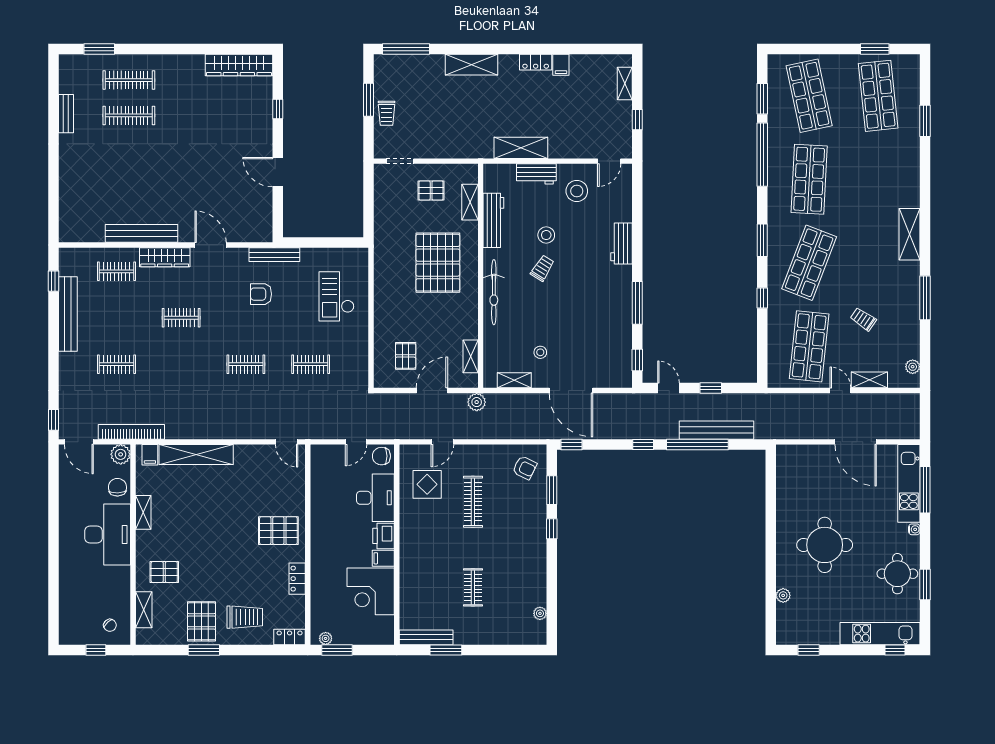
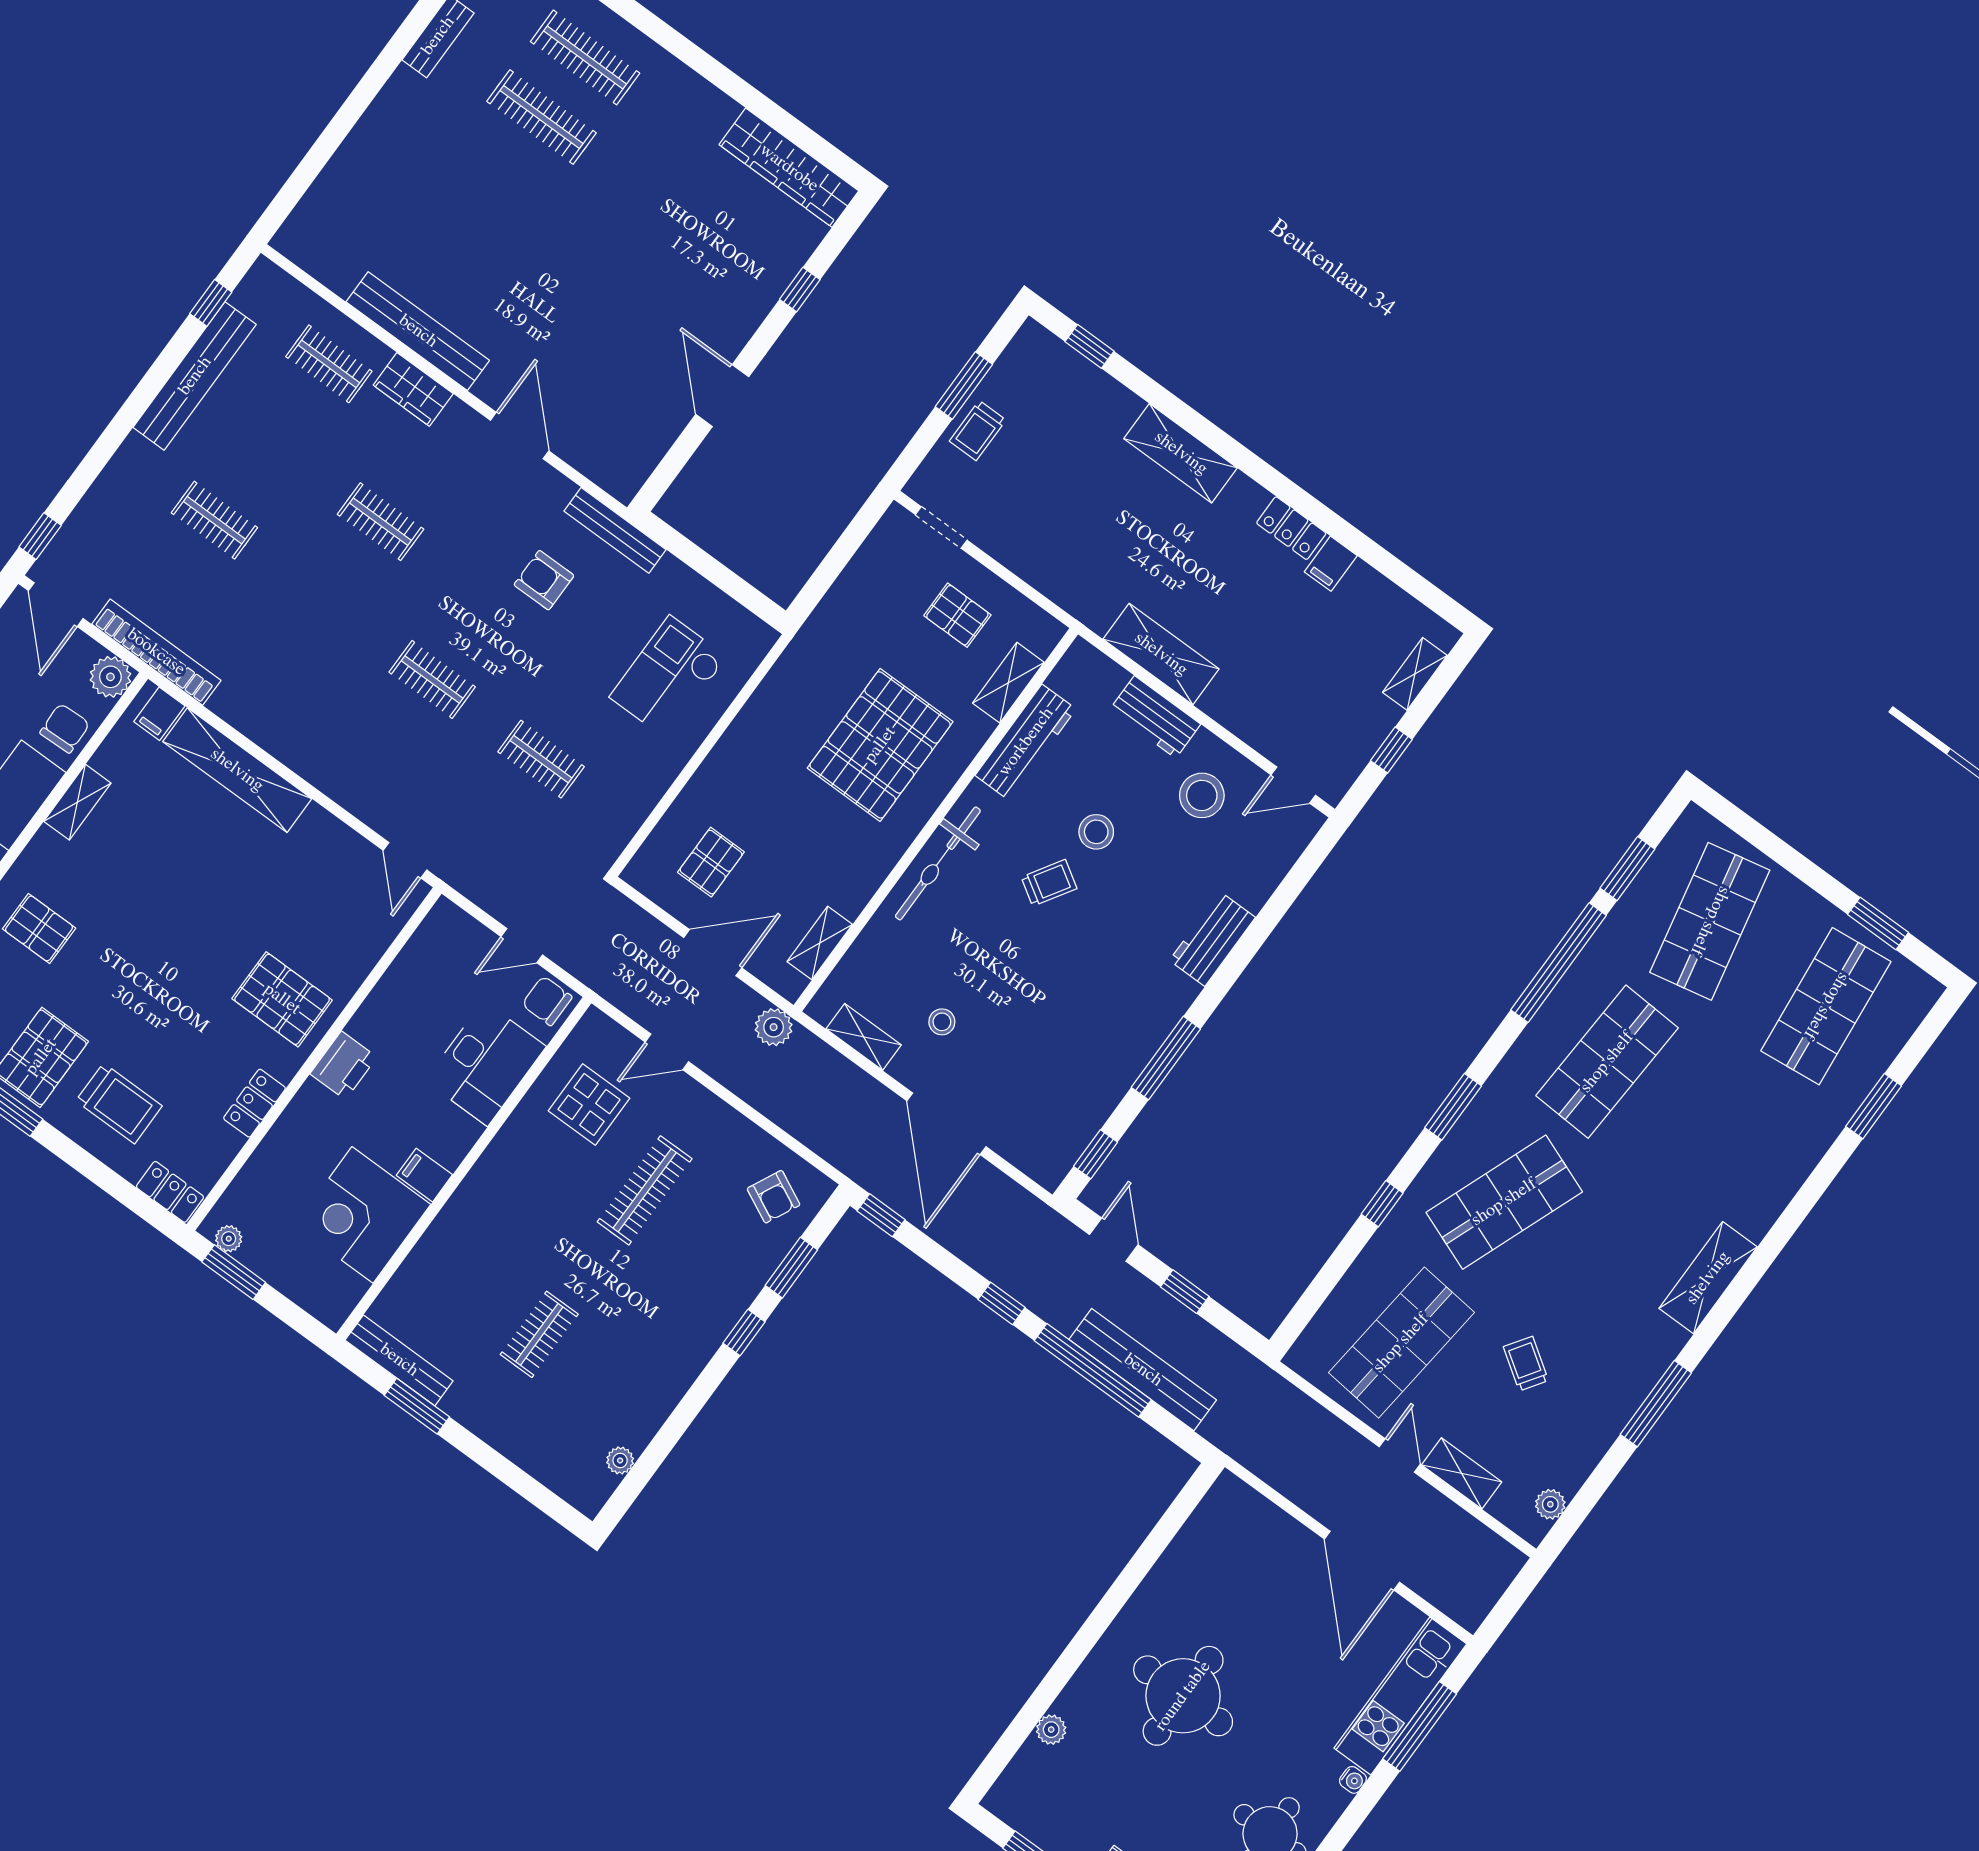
window: (406, 49) -> (1090, 346), width x0.46
wardrobe: (165, 257) -> (413, 389), width x0.67
printer: (384, 536) -> (343, 1065), moved, turned 180

